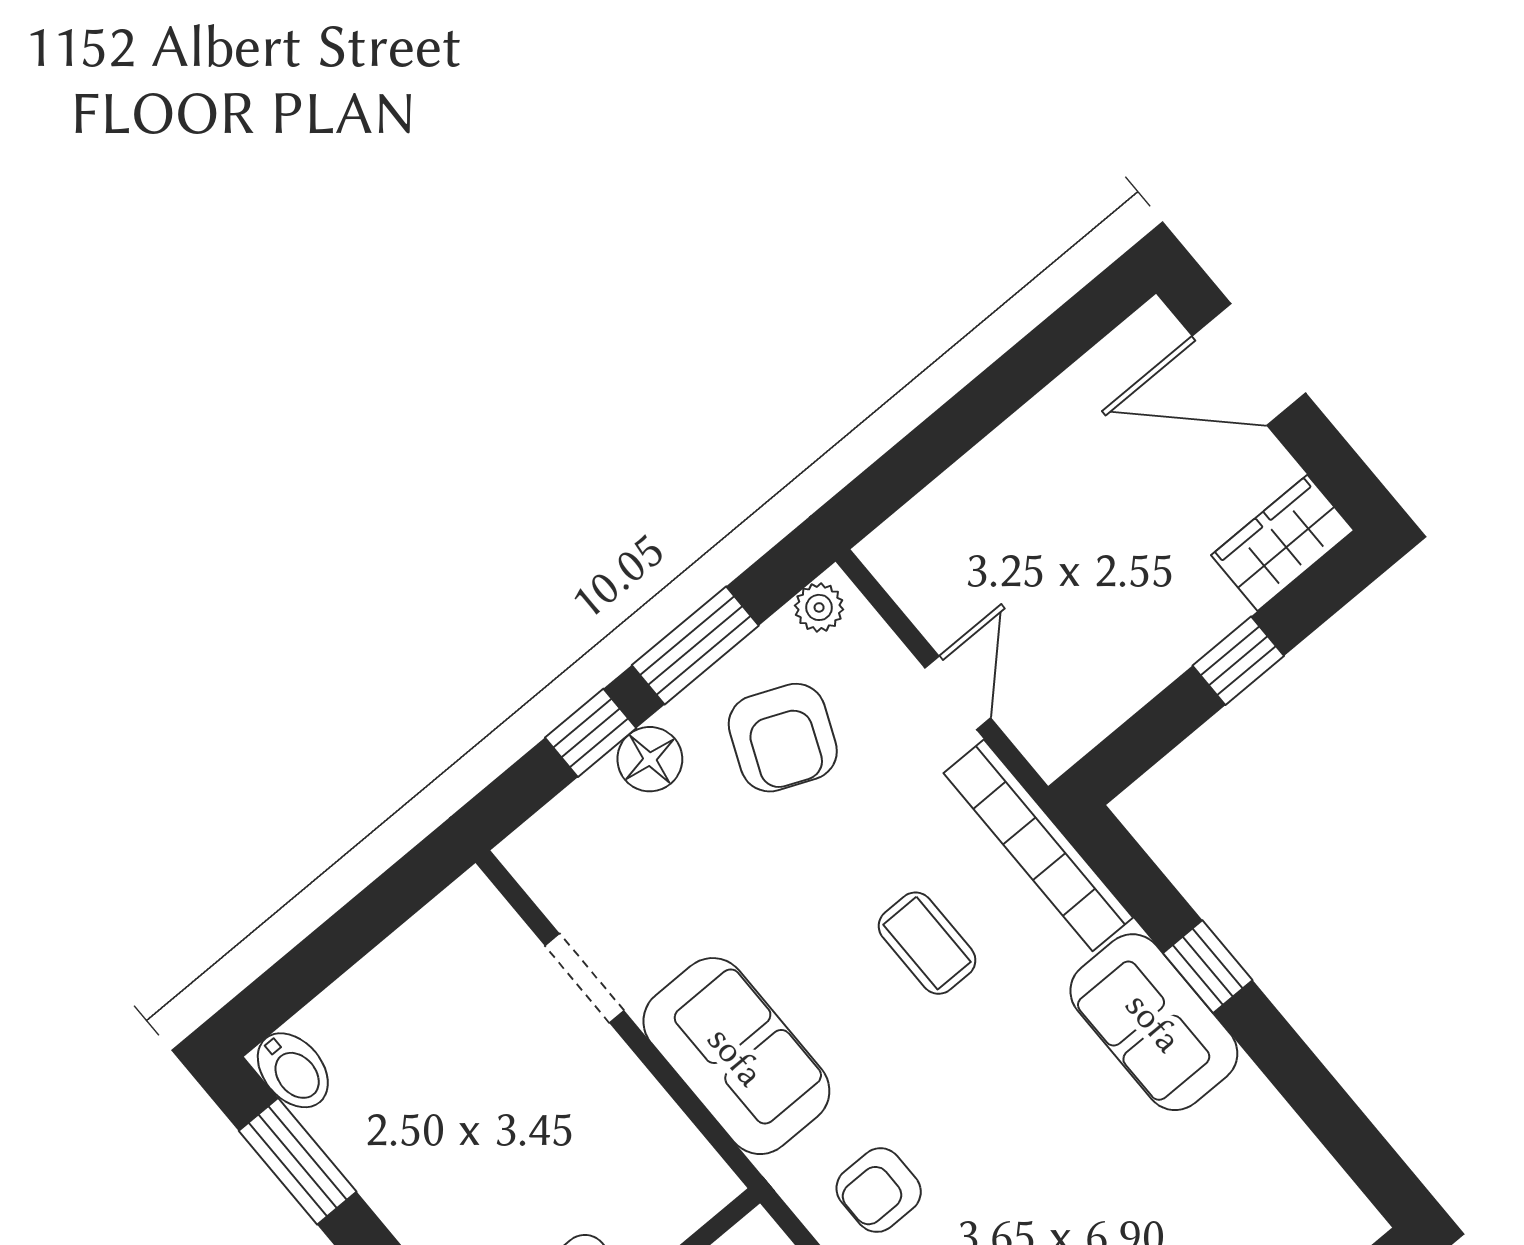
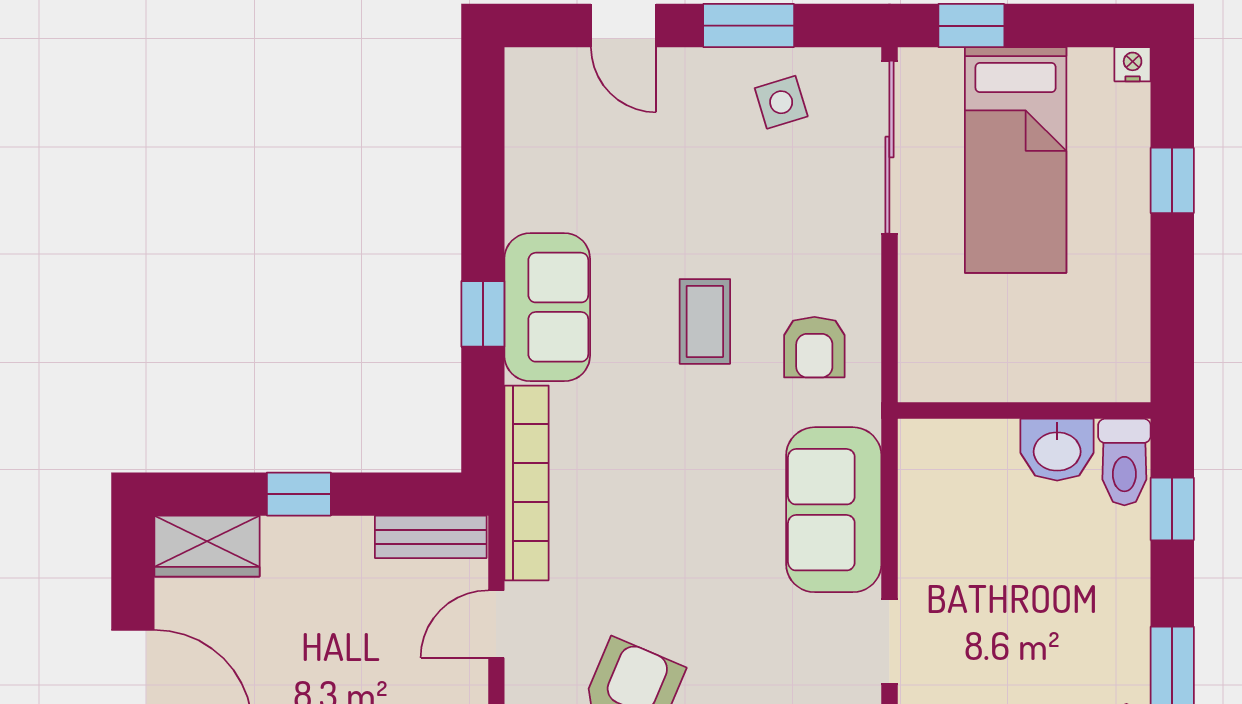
bench: (1085, 723) -> (431, 537), added
coffee table: (927, 943) -> (705, 321), moved
armchair: (879, 1190) -> (814, 347), turned 90

